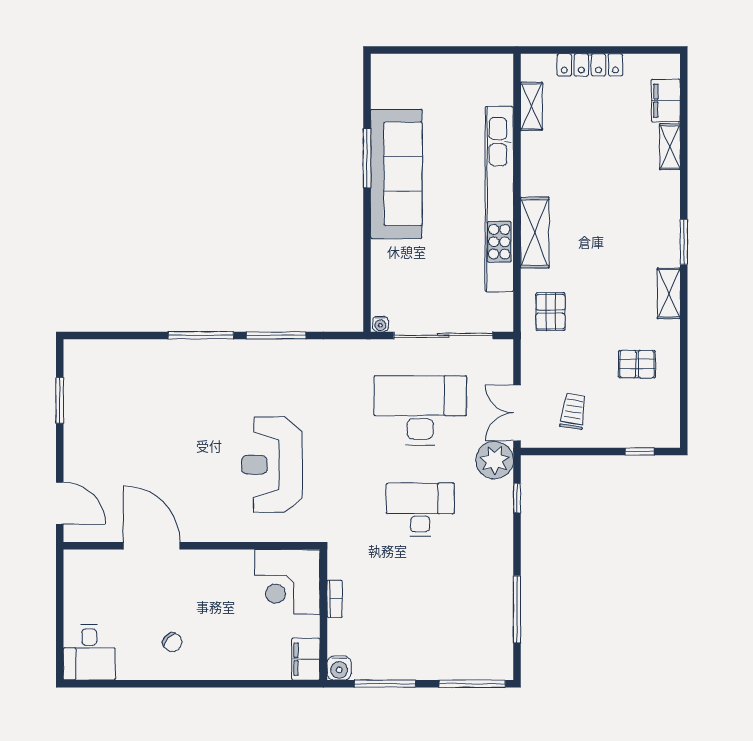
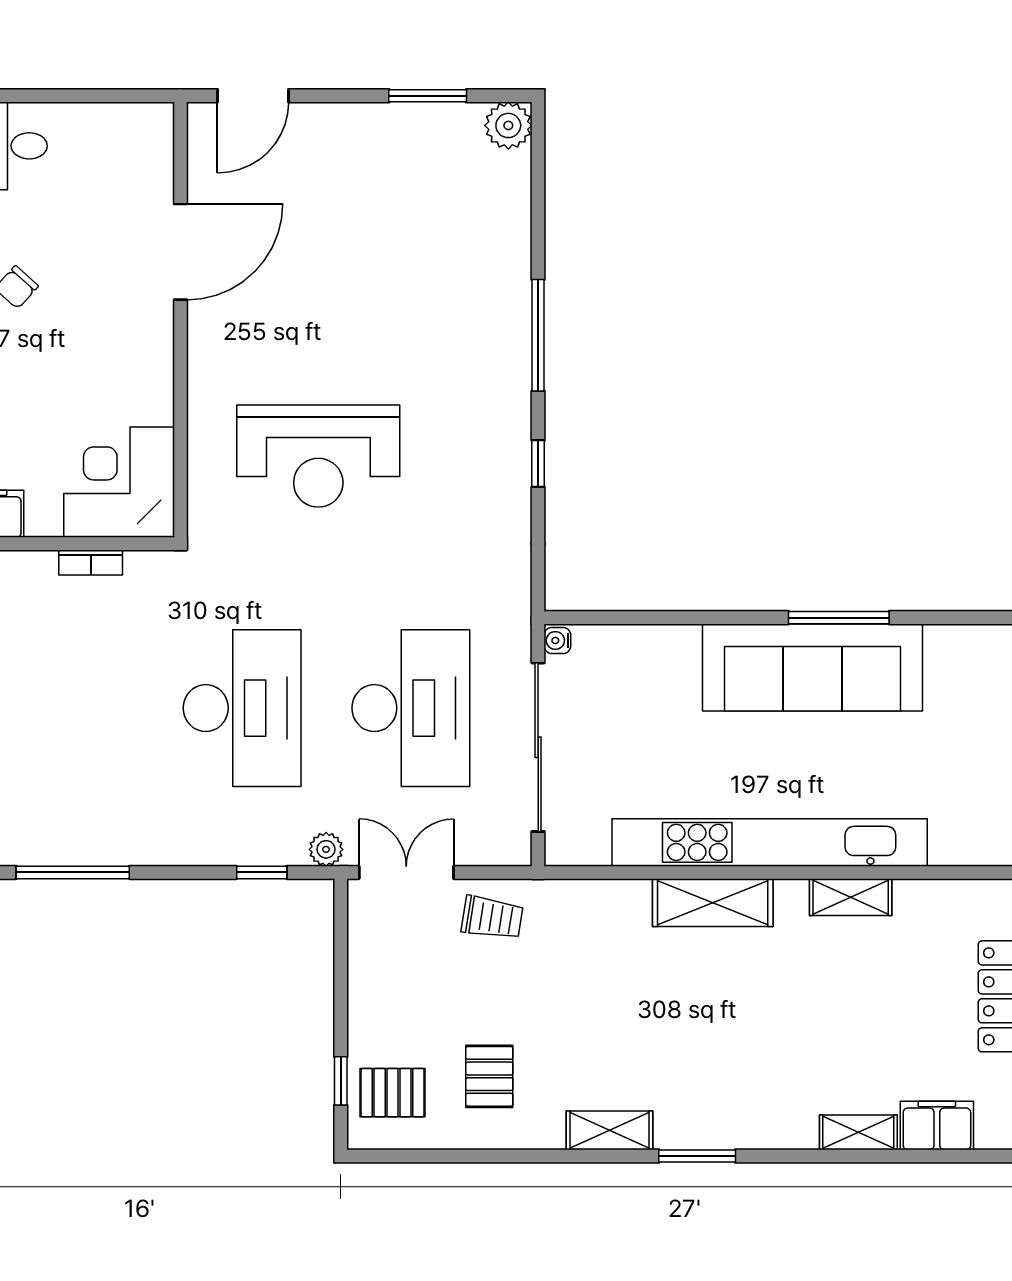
shelving: (531, 106) -> (851, 897), moved
pallet: (550, 312) -> (393, 1093), moved
window: (276, 335) -> (538, 463), width x0.46
plant: (77, 353) -> (508, 125), added
trolley: (573, 411) -> (492, 918), moved
plant: (495, 460) -> (326, 849), width x0.53, depth x0.53
reception desk: (272, 465) -> (318, 456), turned 180
desk: (420, 510) -> (242, 708), width x1.36, depth x1.30

